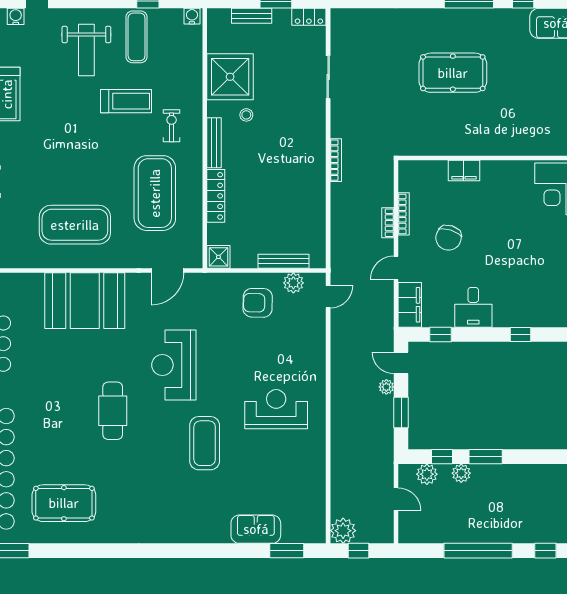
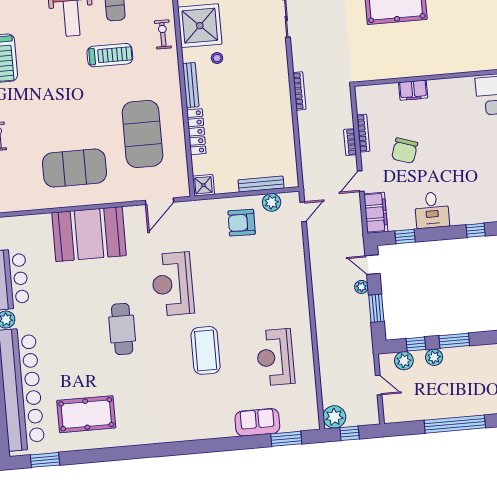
exercise bike: (172, 126) -> (163, 34), moved
reception desk: (276, 409) -> (275, 357), moved, turned -90

